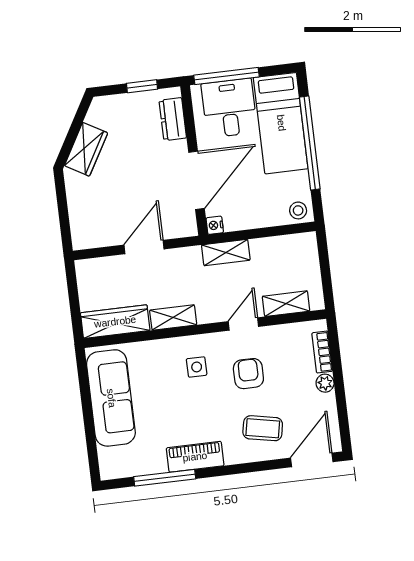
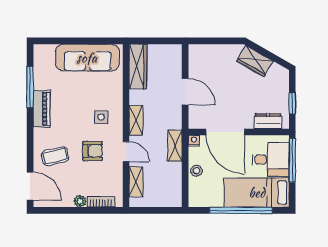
stool: (298, 210) -> (196, 171), moved
shelving: (173, 317) -> (136, 120), moved
coffee table: (263, 428) -> (55, 156), turned 66

